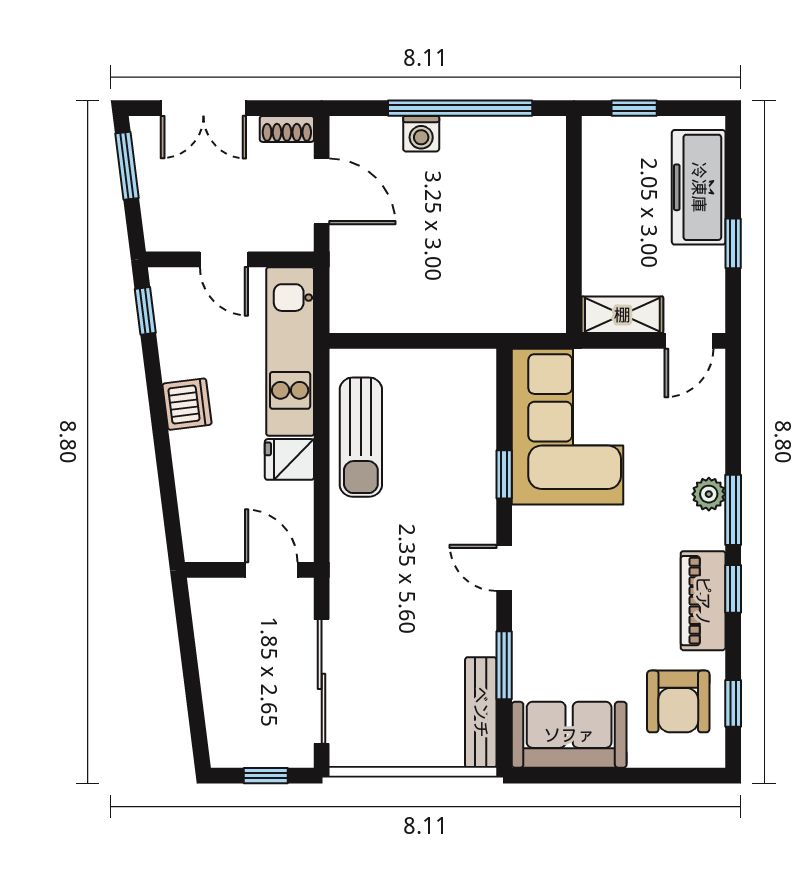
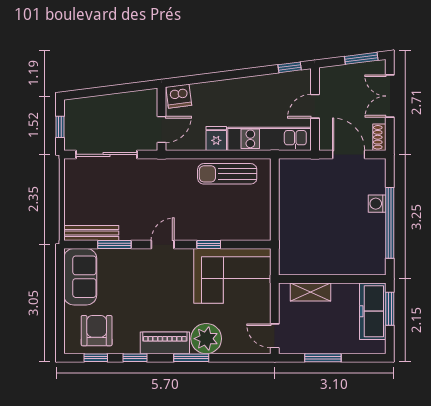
window: (634, 108) -> (390, 309), width x1.50
freezer: (699, 187) -> (373, 311), moved, turned -90
door: (322, 191) -> (349, 154), swing flipped
window: (733, 243) -> (323, 358), width x1.50
shelving: (622, 315) -> (310, 292), moved, turned 90
dishwasher: (187, 404) -> (179, 96), moved
plant: (709, 494) -> (206, 339), width x1.87, depth x1.87
window: (733, 589) -> (135, 358), moved
piano: (703, 601) -> (165, 343), moved
armchair: (678, 701) -> (97, 331), turned 90

